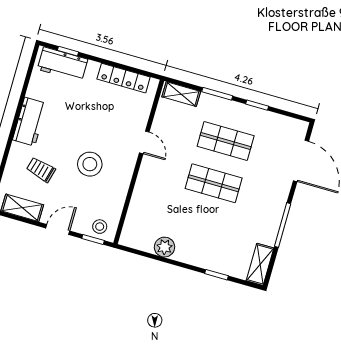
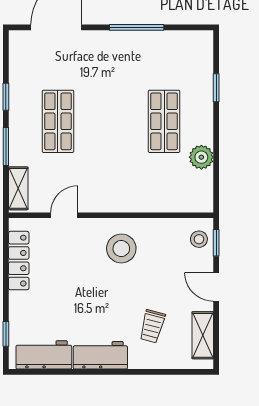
workbench: (63, 64) -> (44, 355), moved, turned -90
door: (144, 142) -> (64, 215), moved
stool: (90, 164) -> (121, 249), moved
shop shelf: (214, 183) -> (164, 121), moved
shelving: (260, 264) -> (190, 41), removed

